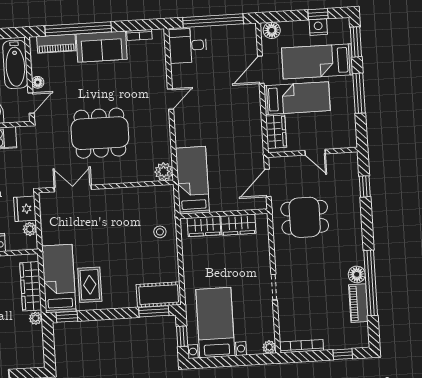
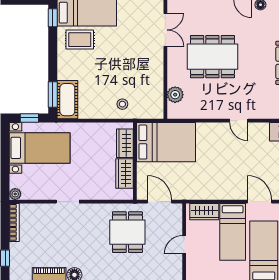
dining table: (100, 133) -> (212, 57), turned 90
plant: (164, 172) -> (175, 95), moved
bed: (192, 180) -> (166, 142), width x1.50

